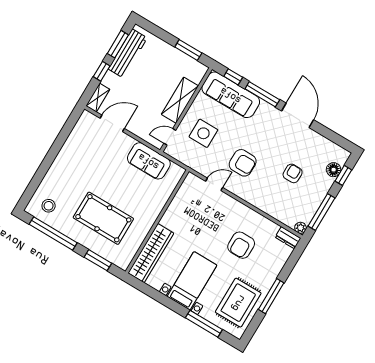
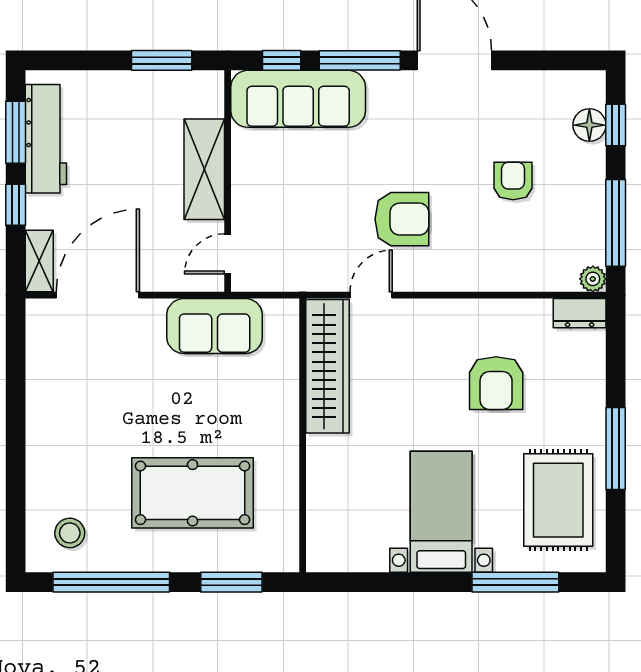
door: (112, 123) -> (98, 295), width x1.36
side table: (203, 133) -> (290, 207), removed
wardrobe: (151, 253) -> (327, 366), moved

